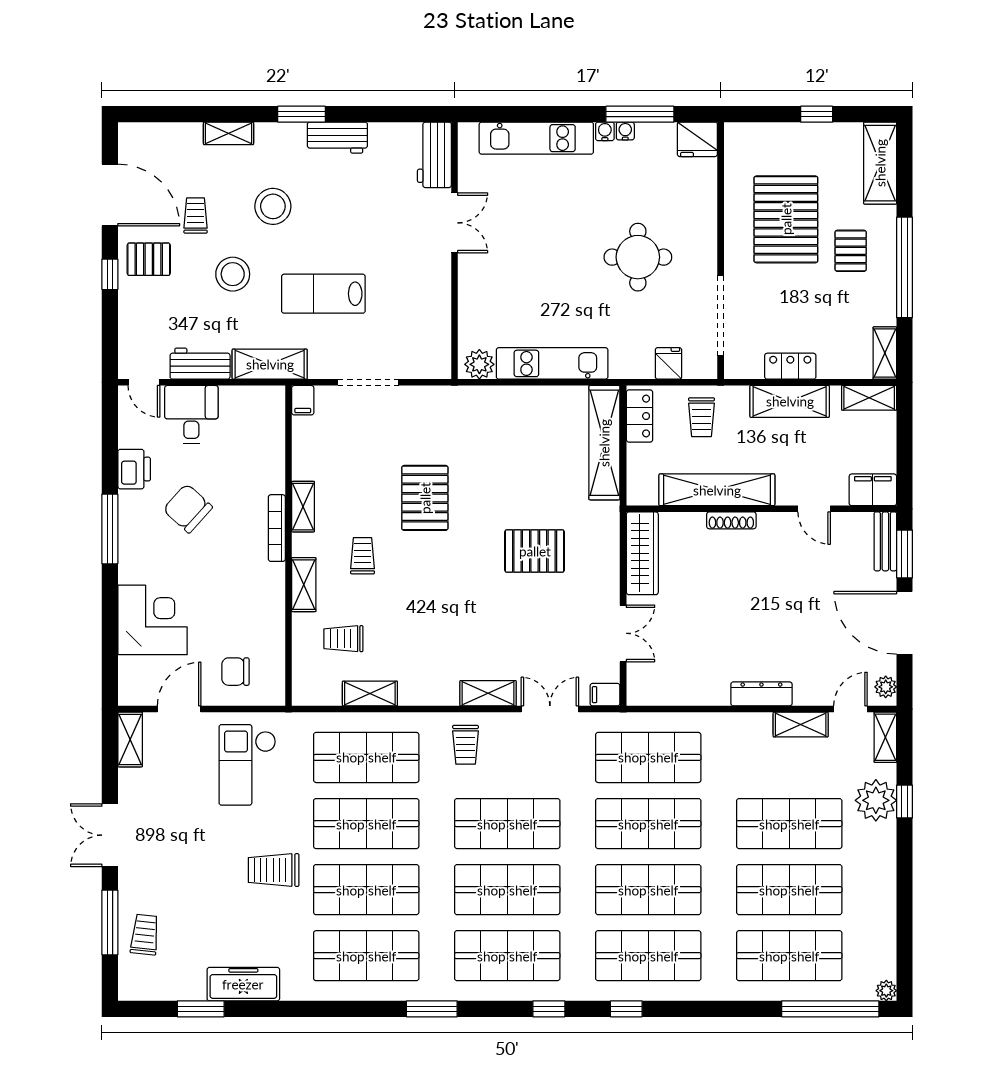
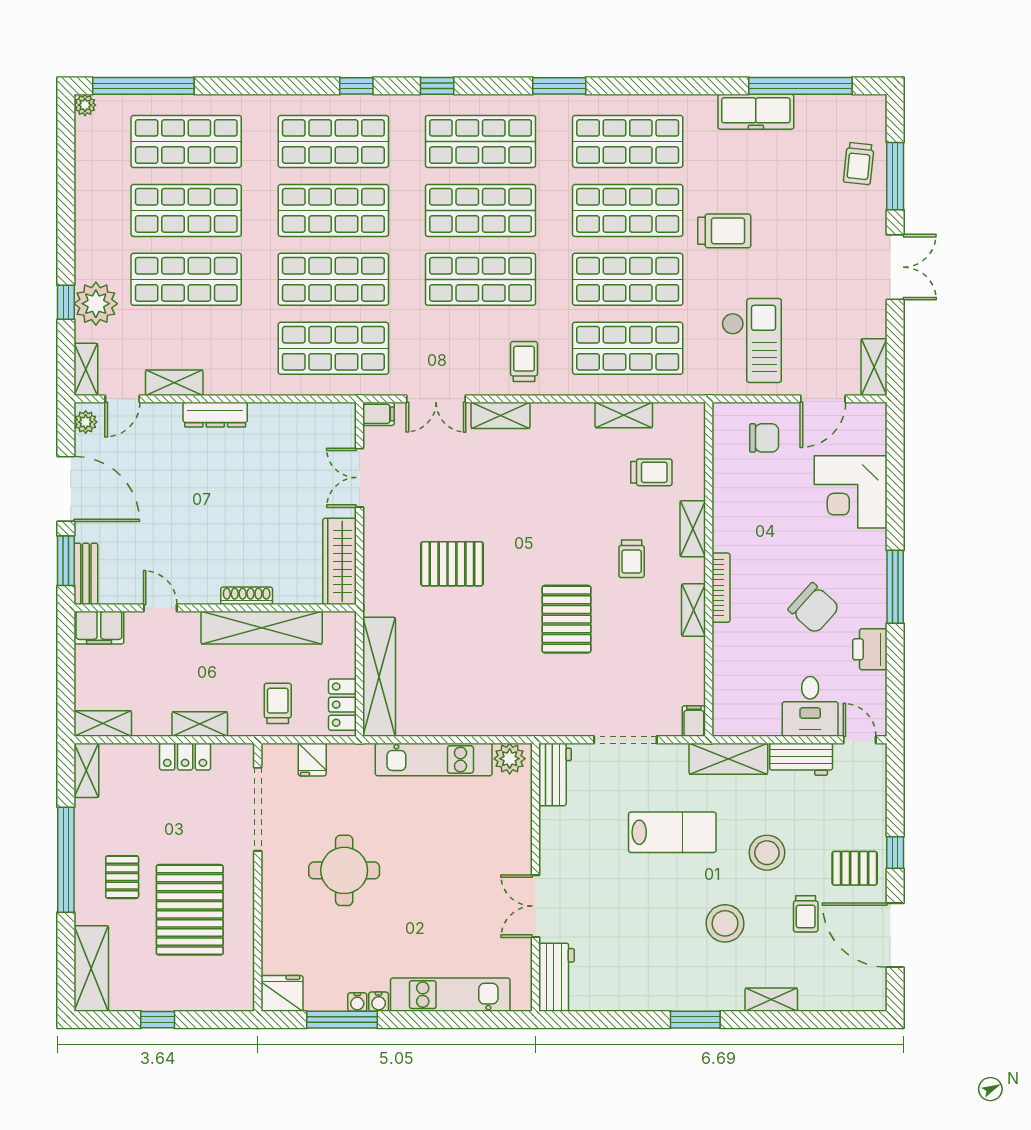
workbench: (337, 138) -> (555, 774), moved, turned 90
shelving: (790, 401) -> (200, 724), width x0.67, depth x0.75
window: (201, 1009) -> (800, 86), width x2.11

